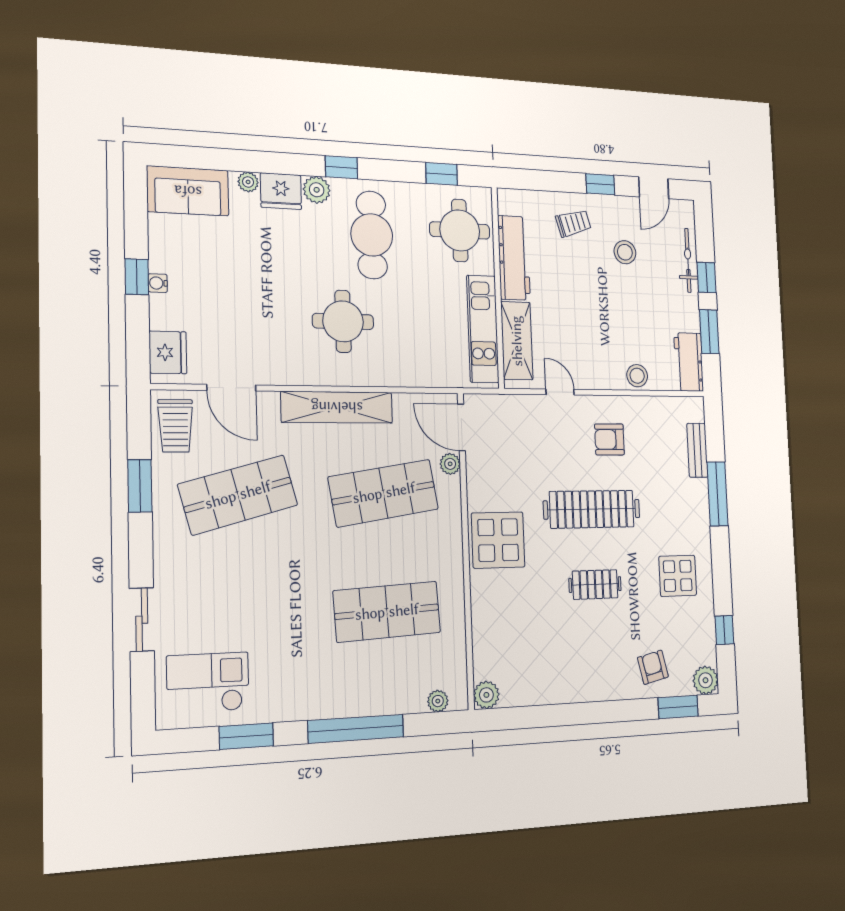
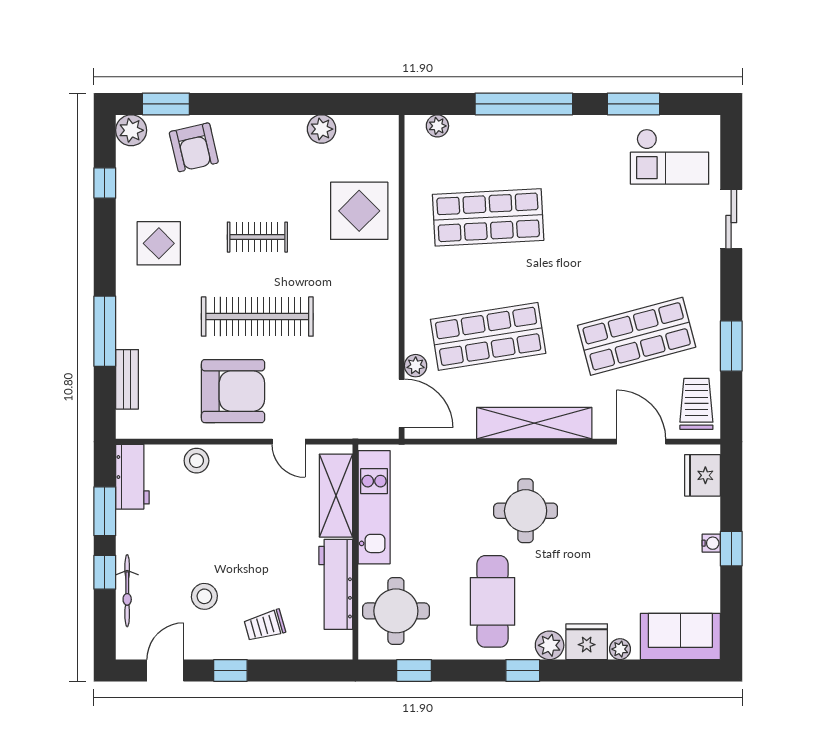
armchair: (609, 439) -> (233, 391), width x1.88, depth x1.88
display table: (498, 540) -> (359, 211), moved
armchair: (653, 667) -> (194, 147), width x1.38, depth x1.38
plant: (486, 695) -> (322, 129), moved

